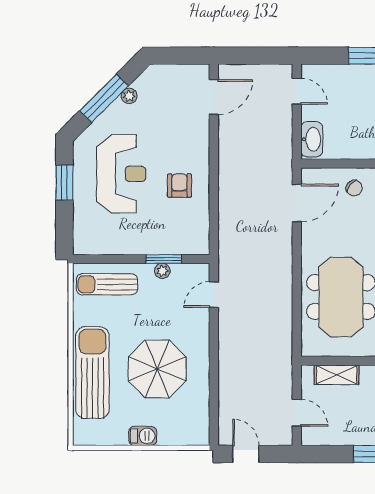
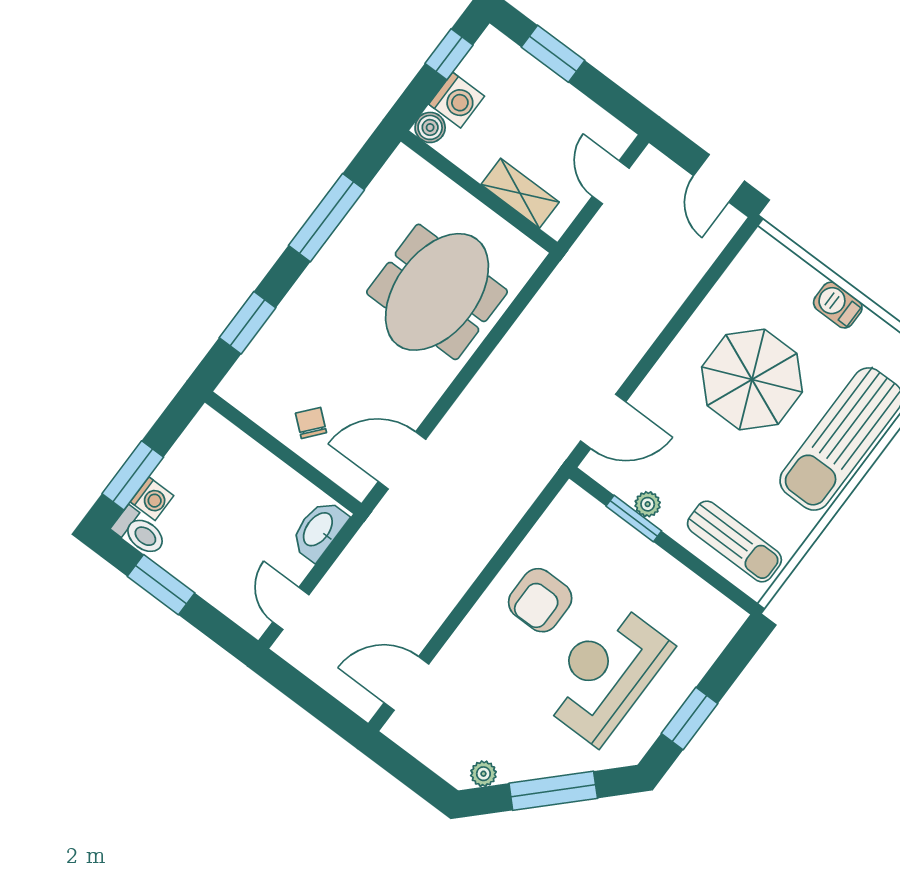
plant: (129, 96) -> (483, 774), moved
armchair: (179, 186) -> (540, 600), width x1.38, depth x1.38
door: (214, 295) -> (603, 421), width x1.38

